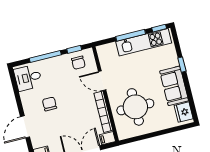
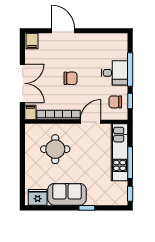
kitchen unit: (144, 42) -> (120, 152), moved
desk: (28, 78) -> (114, 73), moved, turned 90
chair: (49, 104) -> (71, 78), moved
round table: (135, 107) -> (55, 149), width x0.73, depth x0.73

